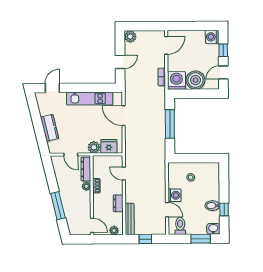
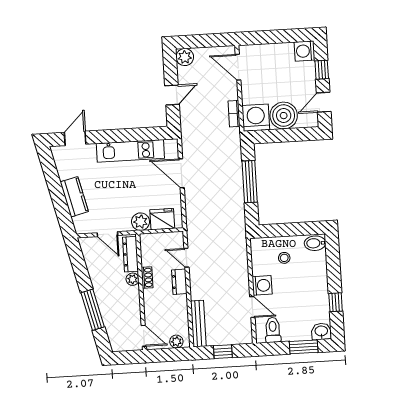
door: (166, 45) -> (238, 67), swing flipped
dresser: (118, 203) -> (179, 282), moved
bidet: (212, 206) -> (315, 243), moved

